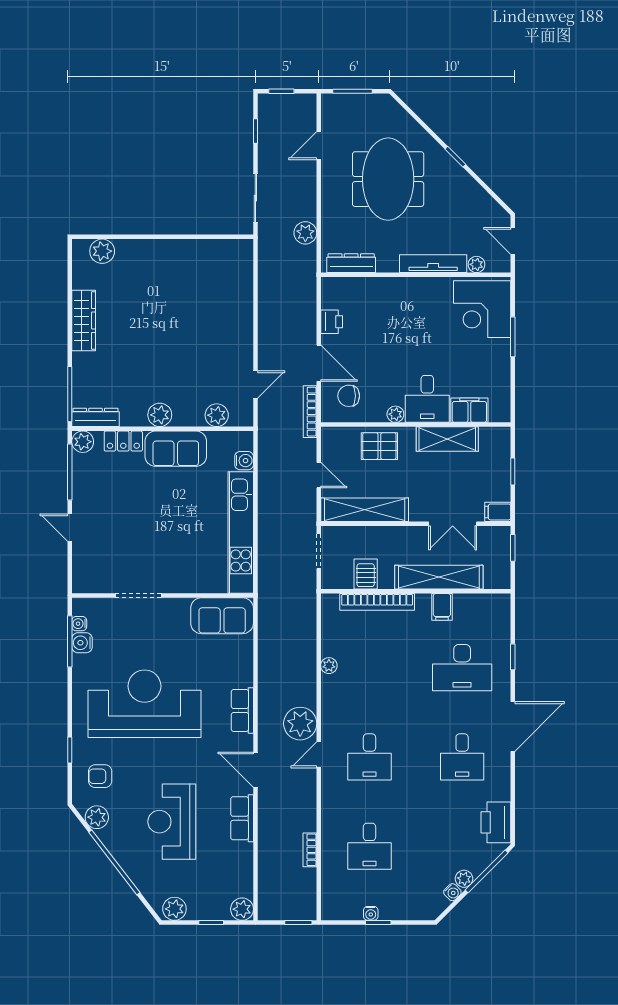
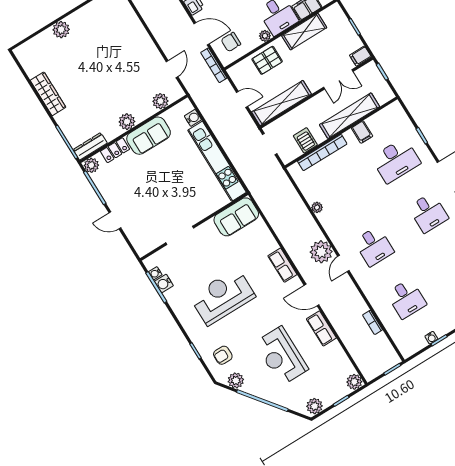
plant: (102, 251) -> (61, 30), moved
reception desk: (144, 704) -> (223, 297), width x0.74, depth x0.77

